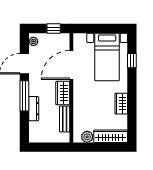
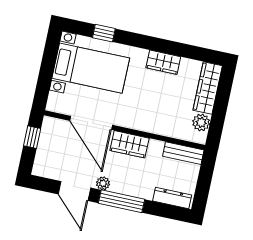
plant: (33, 41) -> (103, 183), moved
dresser: (34, 109) -> (172, 198), moved
bench: (65, 119) -> (183, 153), moved

